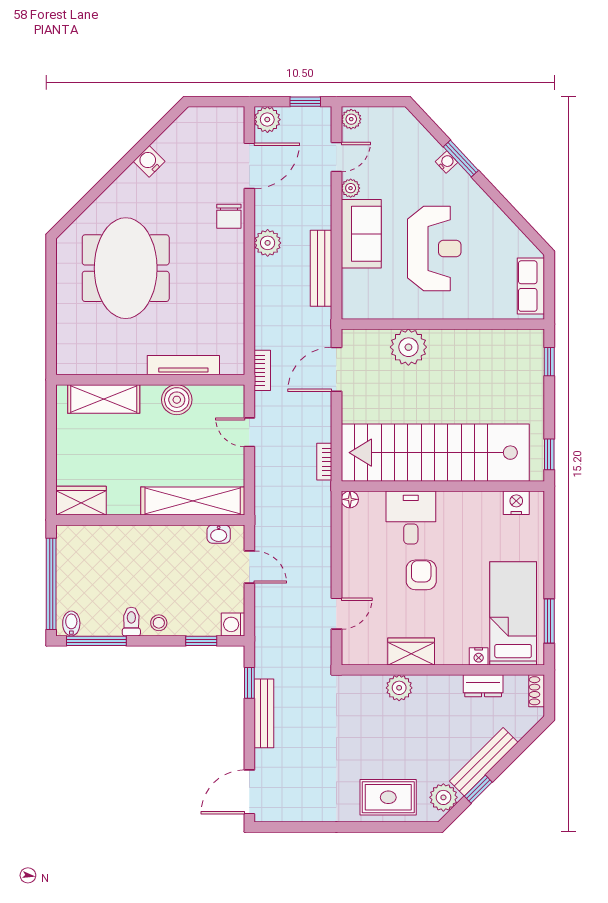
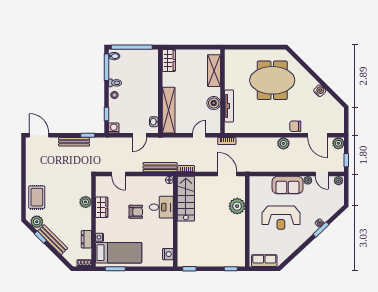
bench: (321, 268) -> (160, 167), moved
stairs: (435, 453) -> (186, 199), width x0.54, depth x0.66

